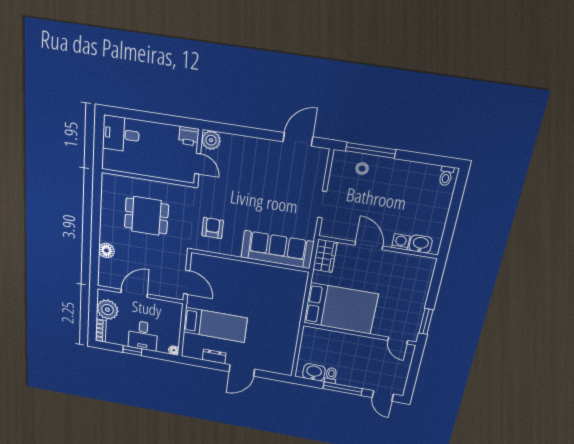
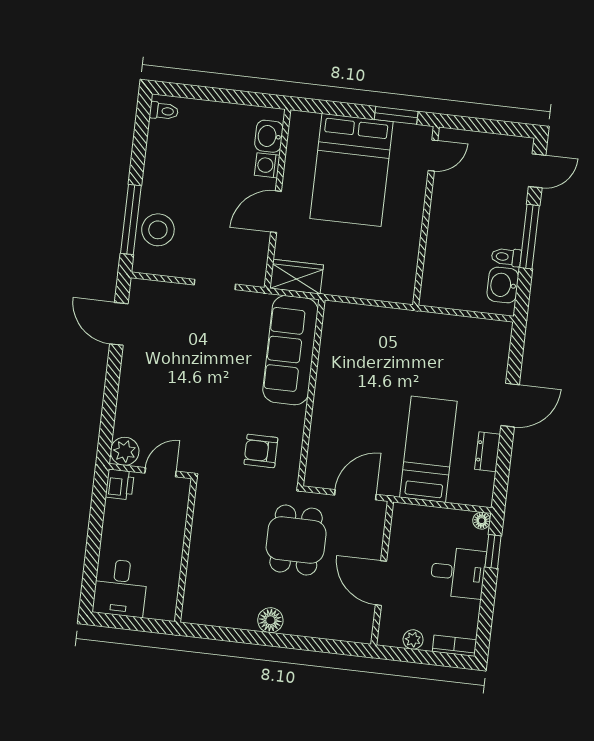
stool: (362, 169) -> (158, 230), width x1.89, depth x1.89
dining table: (146, 216) -> (296, 540), moved
floor lamp: (106, 250) -> (270, 620), moved
bed: (340, 309) -> (351, 170), moved, turned 180
plant: (107, 310) -> (413, 640), width x0.53, depth x0.53
window: (132, 351) -> (493, 551), moved
door: (242, 370) -> (510, 405), hinge flipped

